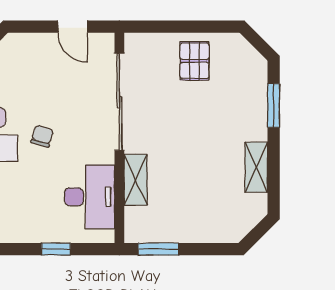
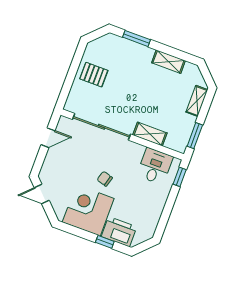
desk: (90, 197) -> (155, 166), width x0.73
shelving: (212, 233) -> (197, 101), added
window: (56, 249) -> (180, 177), moved

